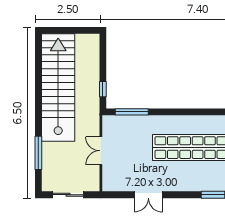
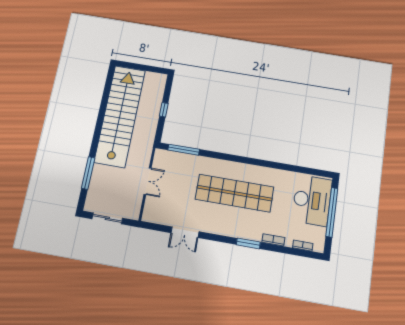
window: (103, 89) -> (164, 110), moved
double door: (101, 151) -> (148, 181), swing flipped

